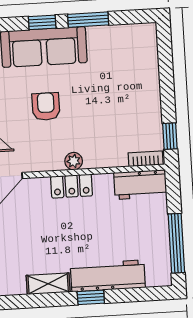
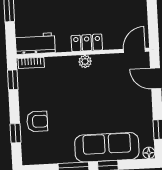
window: (166, 65) -> (16, 133), added
armchair: (46, 106) -> (37, 121), moved, turned -90

